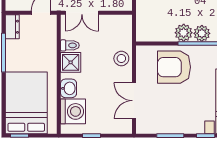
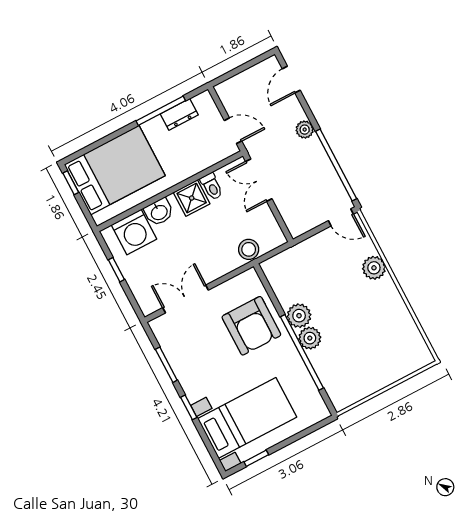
dresser: (12, 27) -> (179, 114), moved
stool: (121, 59) -> (249, 249), moved
armchair: (174, 67) -> (251, 326), turned 180

